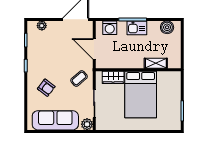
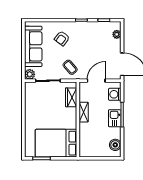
shelving: (156, 63) -> (84, 112), moved
bed: (141, 94) -> (56, 143), moved

